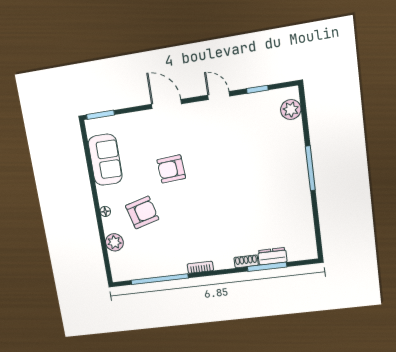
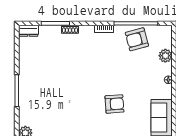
armchair: (142, 212) -> (137, 39), moved
dresser: (272, 256) -> (28, 31), moved

